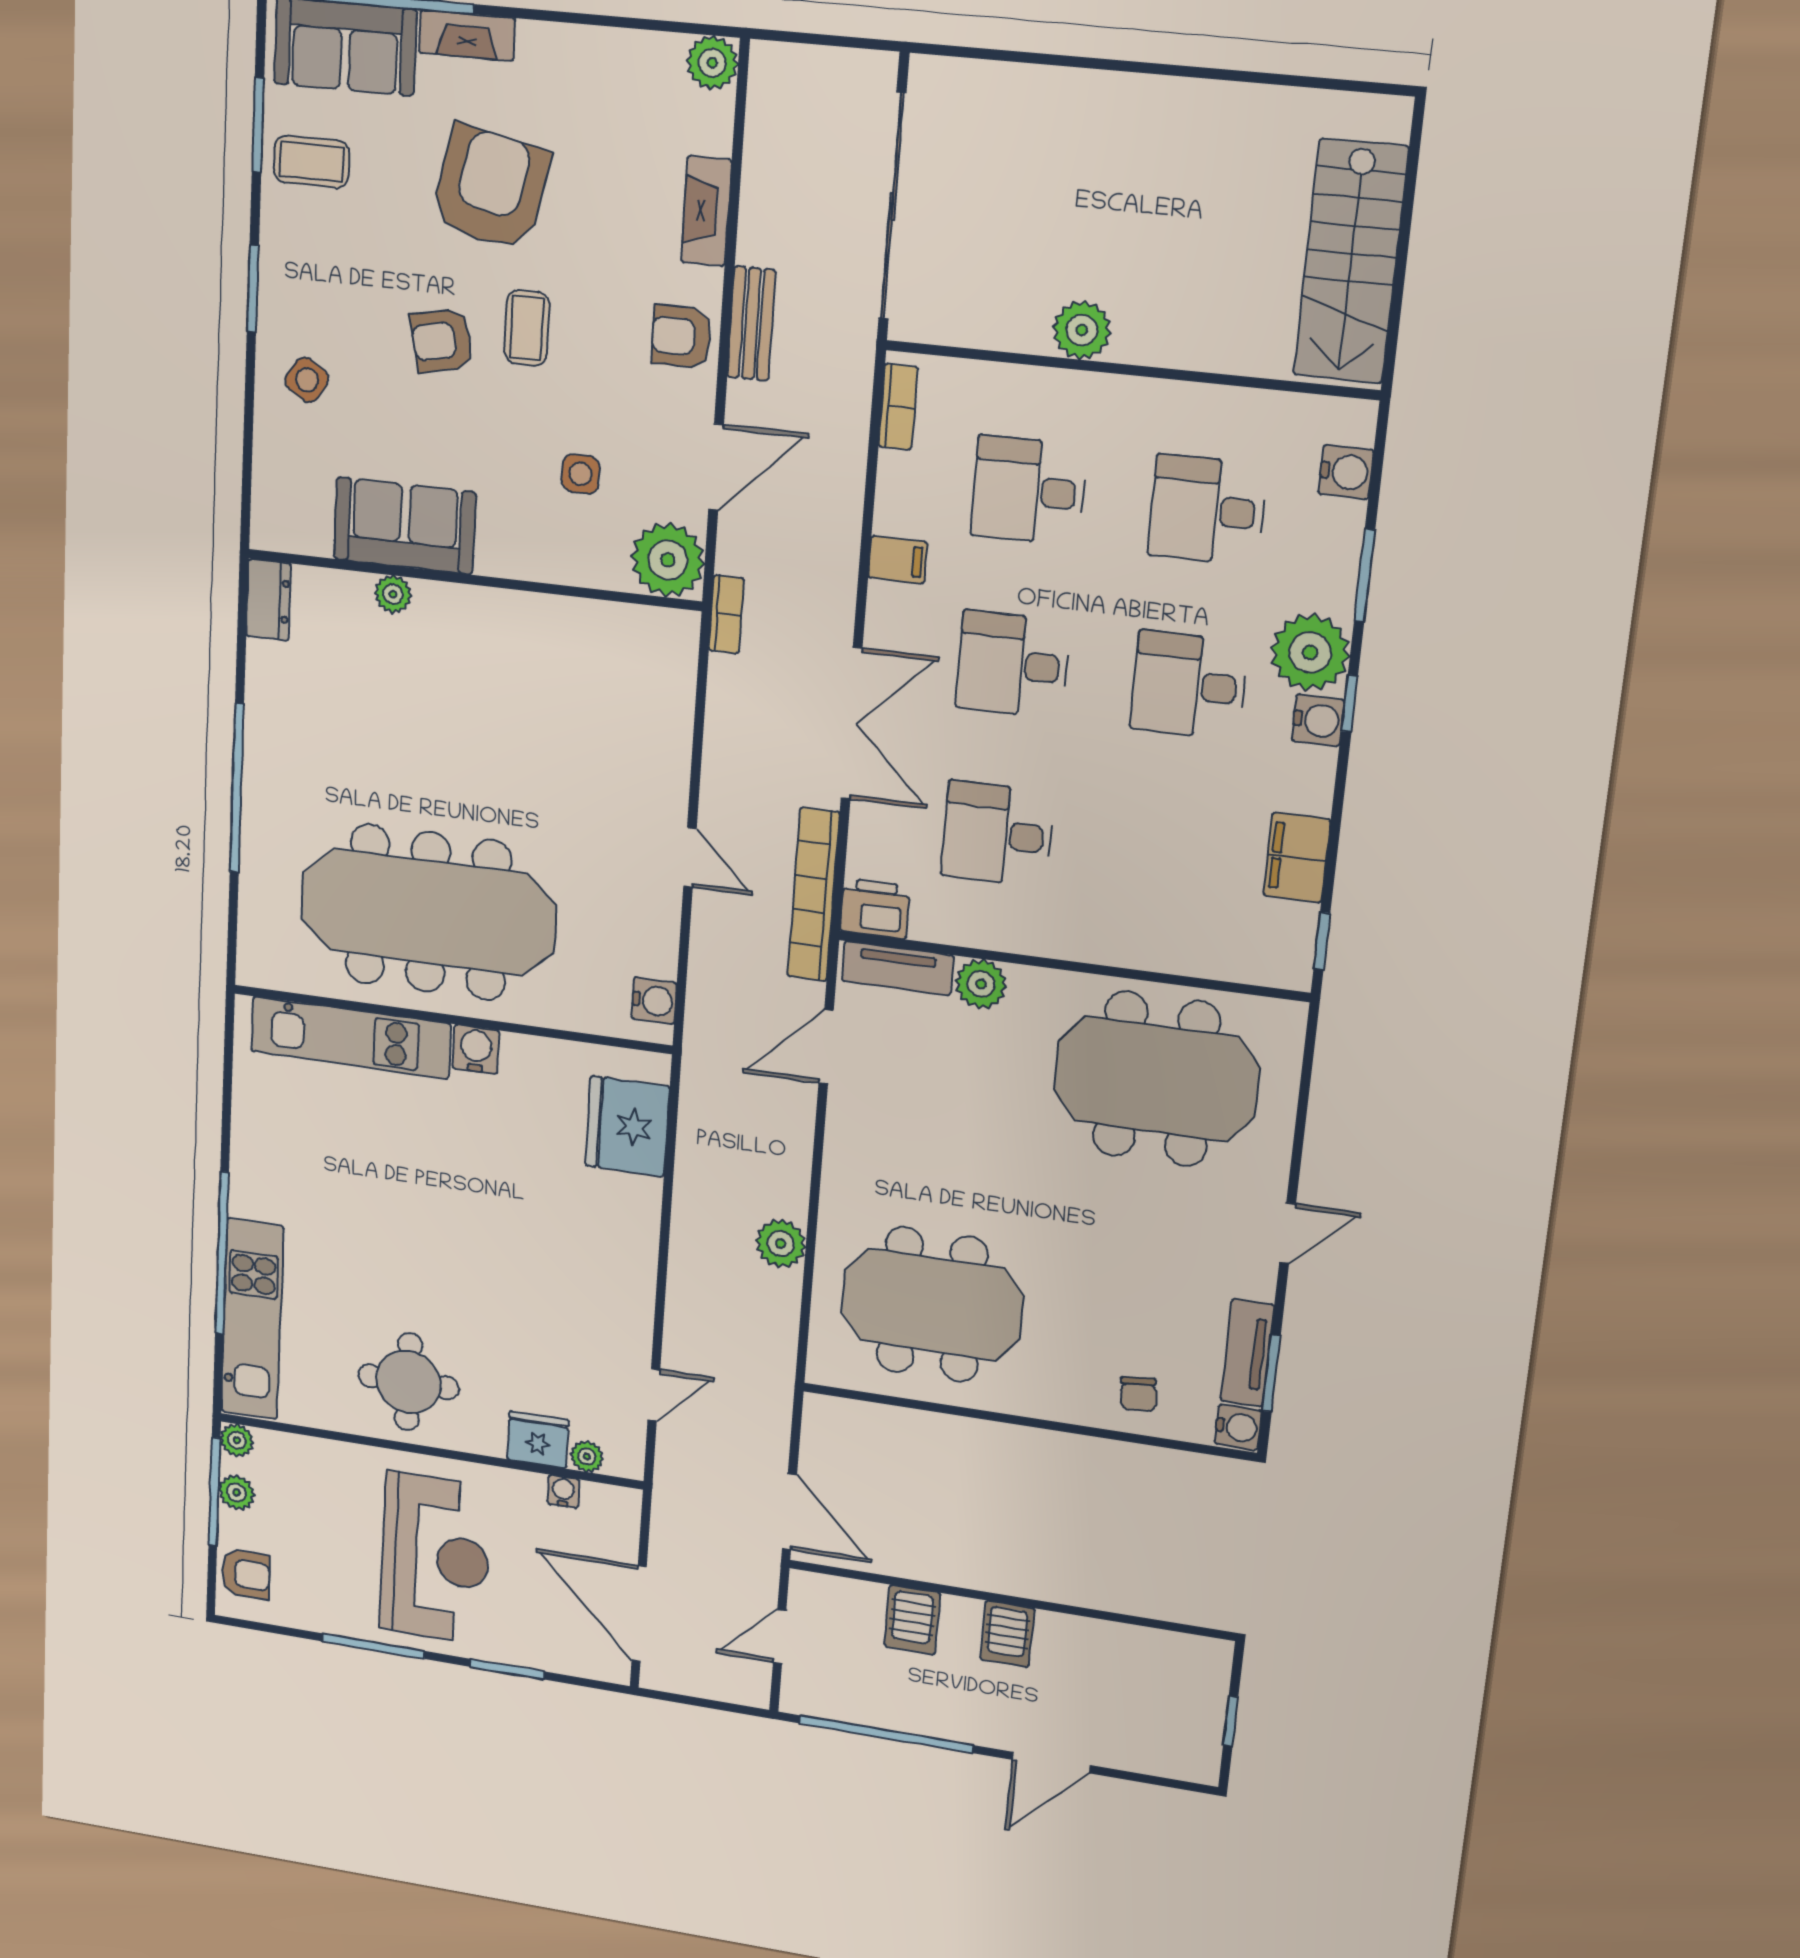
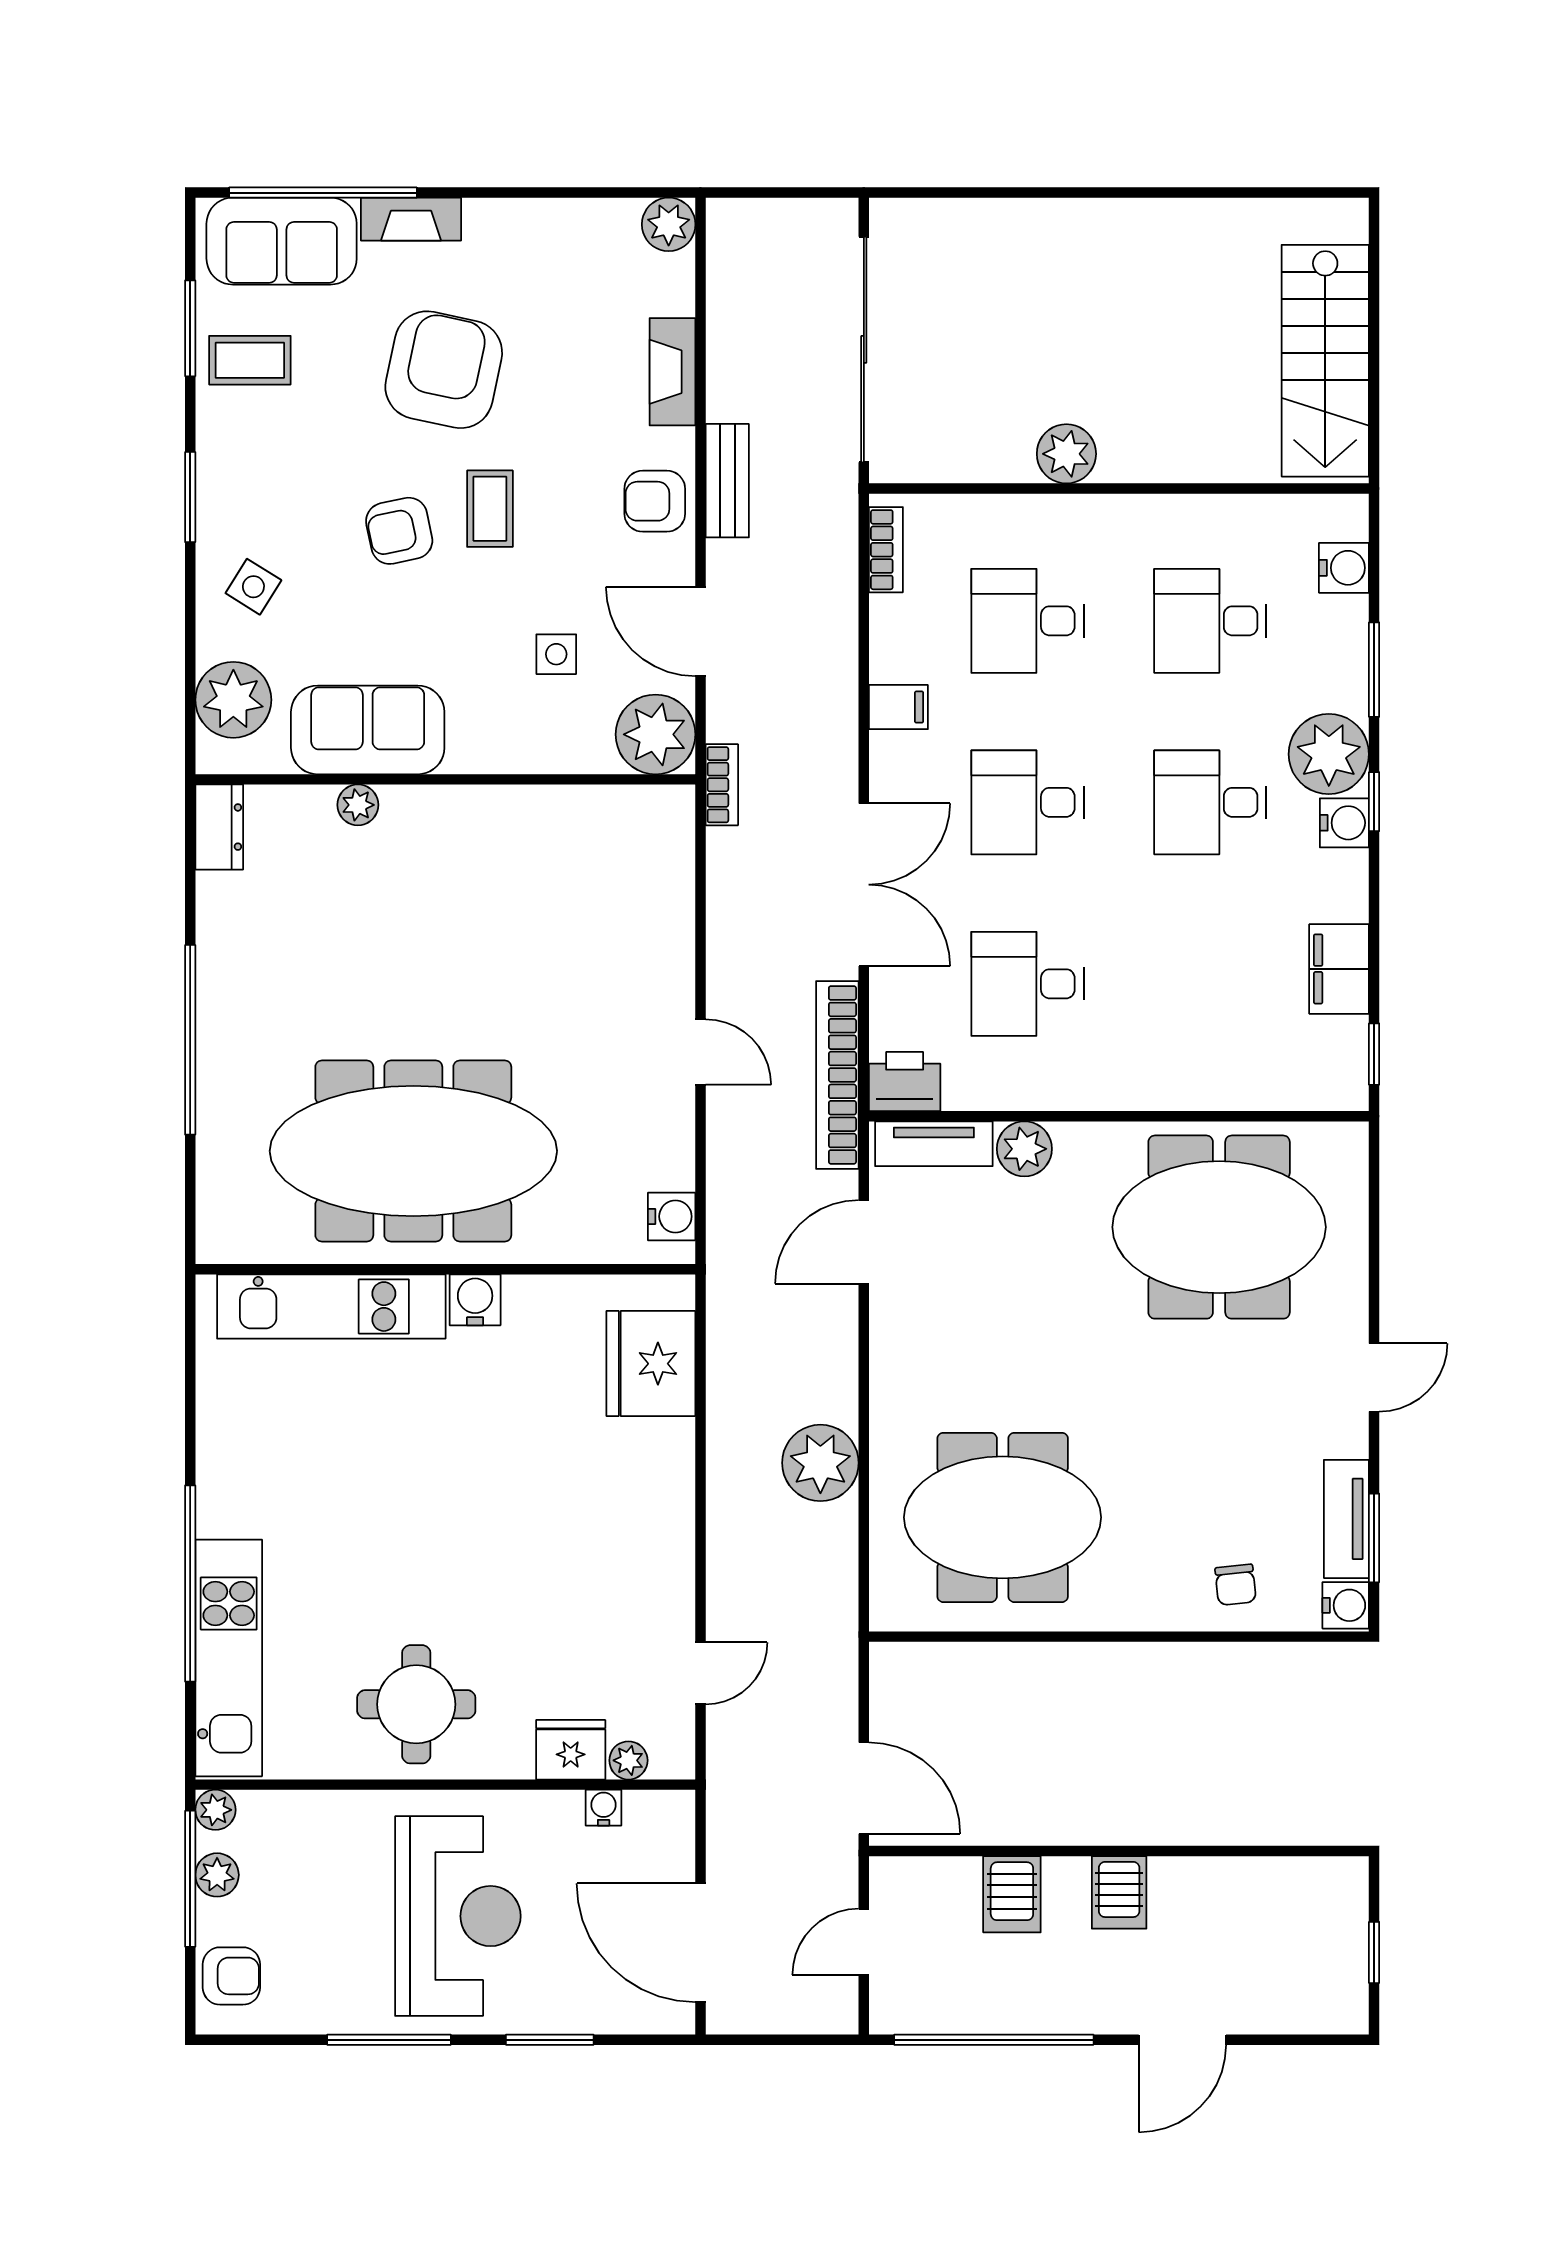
door: (716, 467) -> (700, 632), swing flipped
plant: (285, 484) -> (233, 700), added
plant: (781, 1244) -> (820, 1463), width x1.36, depth x1.36

